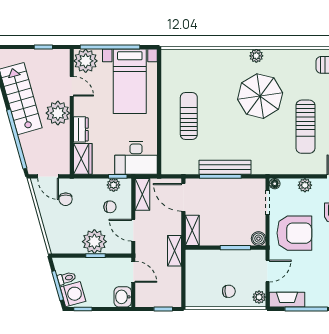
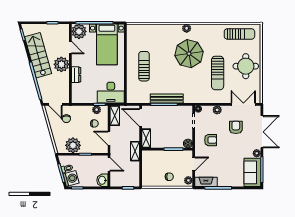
wardrobe: (83, 159) -> (77, 93), removed
armchair: (294, 233) -> (211, 140), width x0.53, depth x0.53
plant: (94, 242) -> (73, 145), moved

